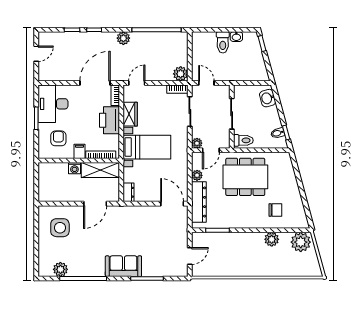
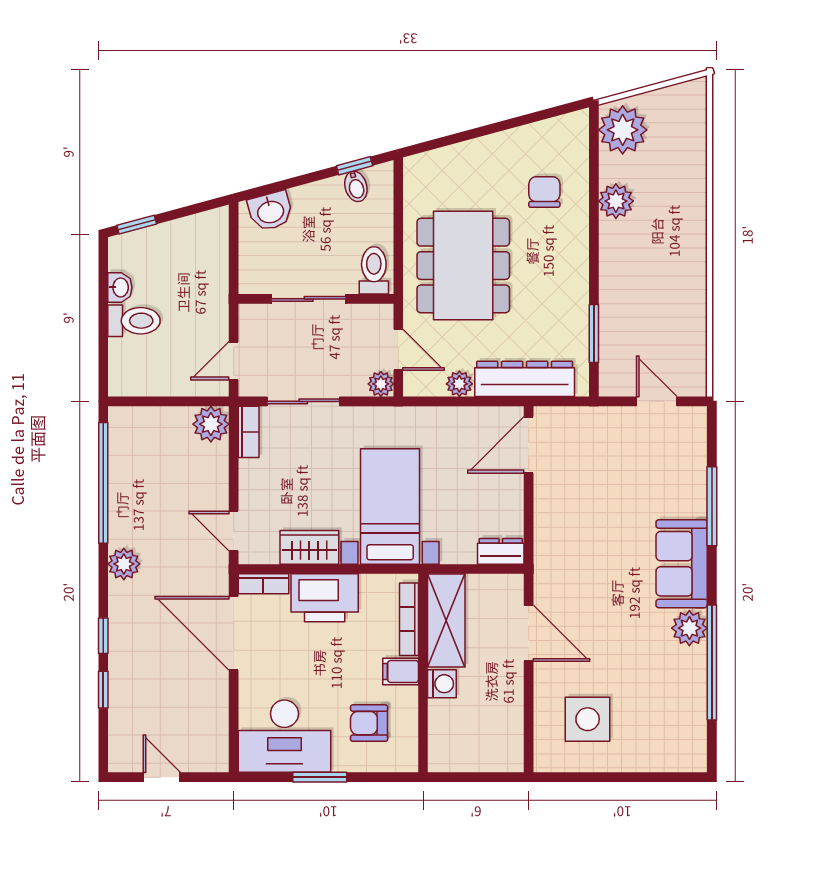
plant: (60, 269) -> (689, 628), moved

